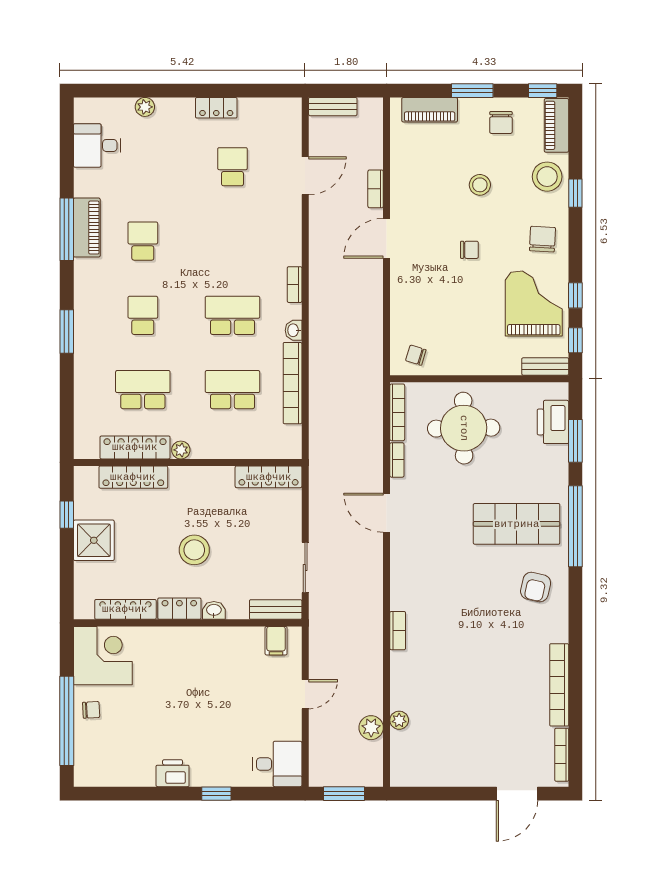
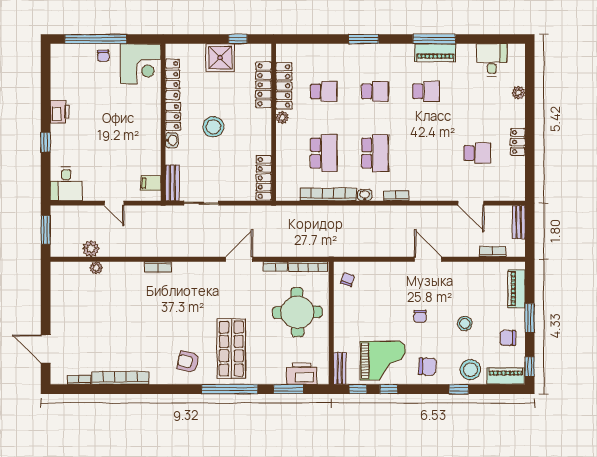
bookcase: (376, 189) -> (493, 252), moved
school desk: (143, 390) -> (324, 91), width x0.54
bookcase: (562, 755) -> (79, 380), width x0.64

